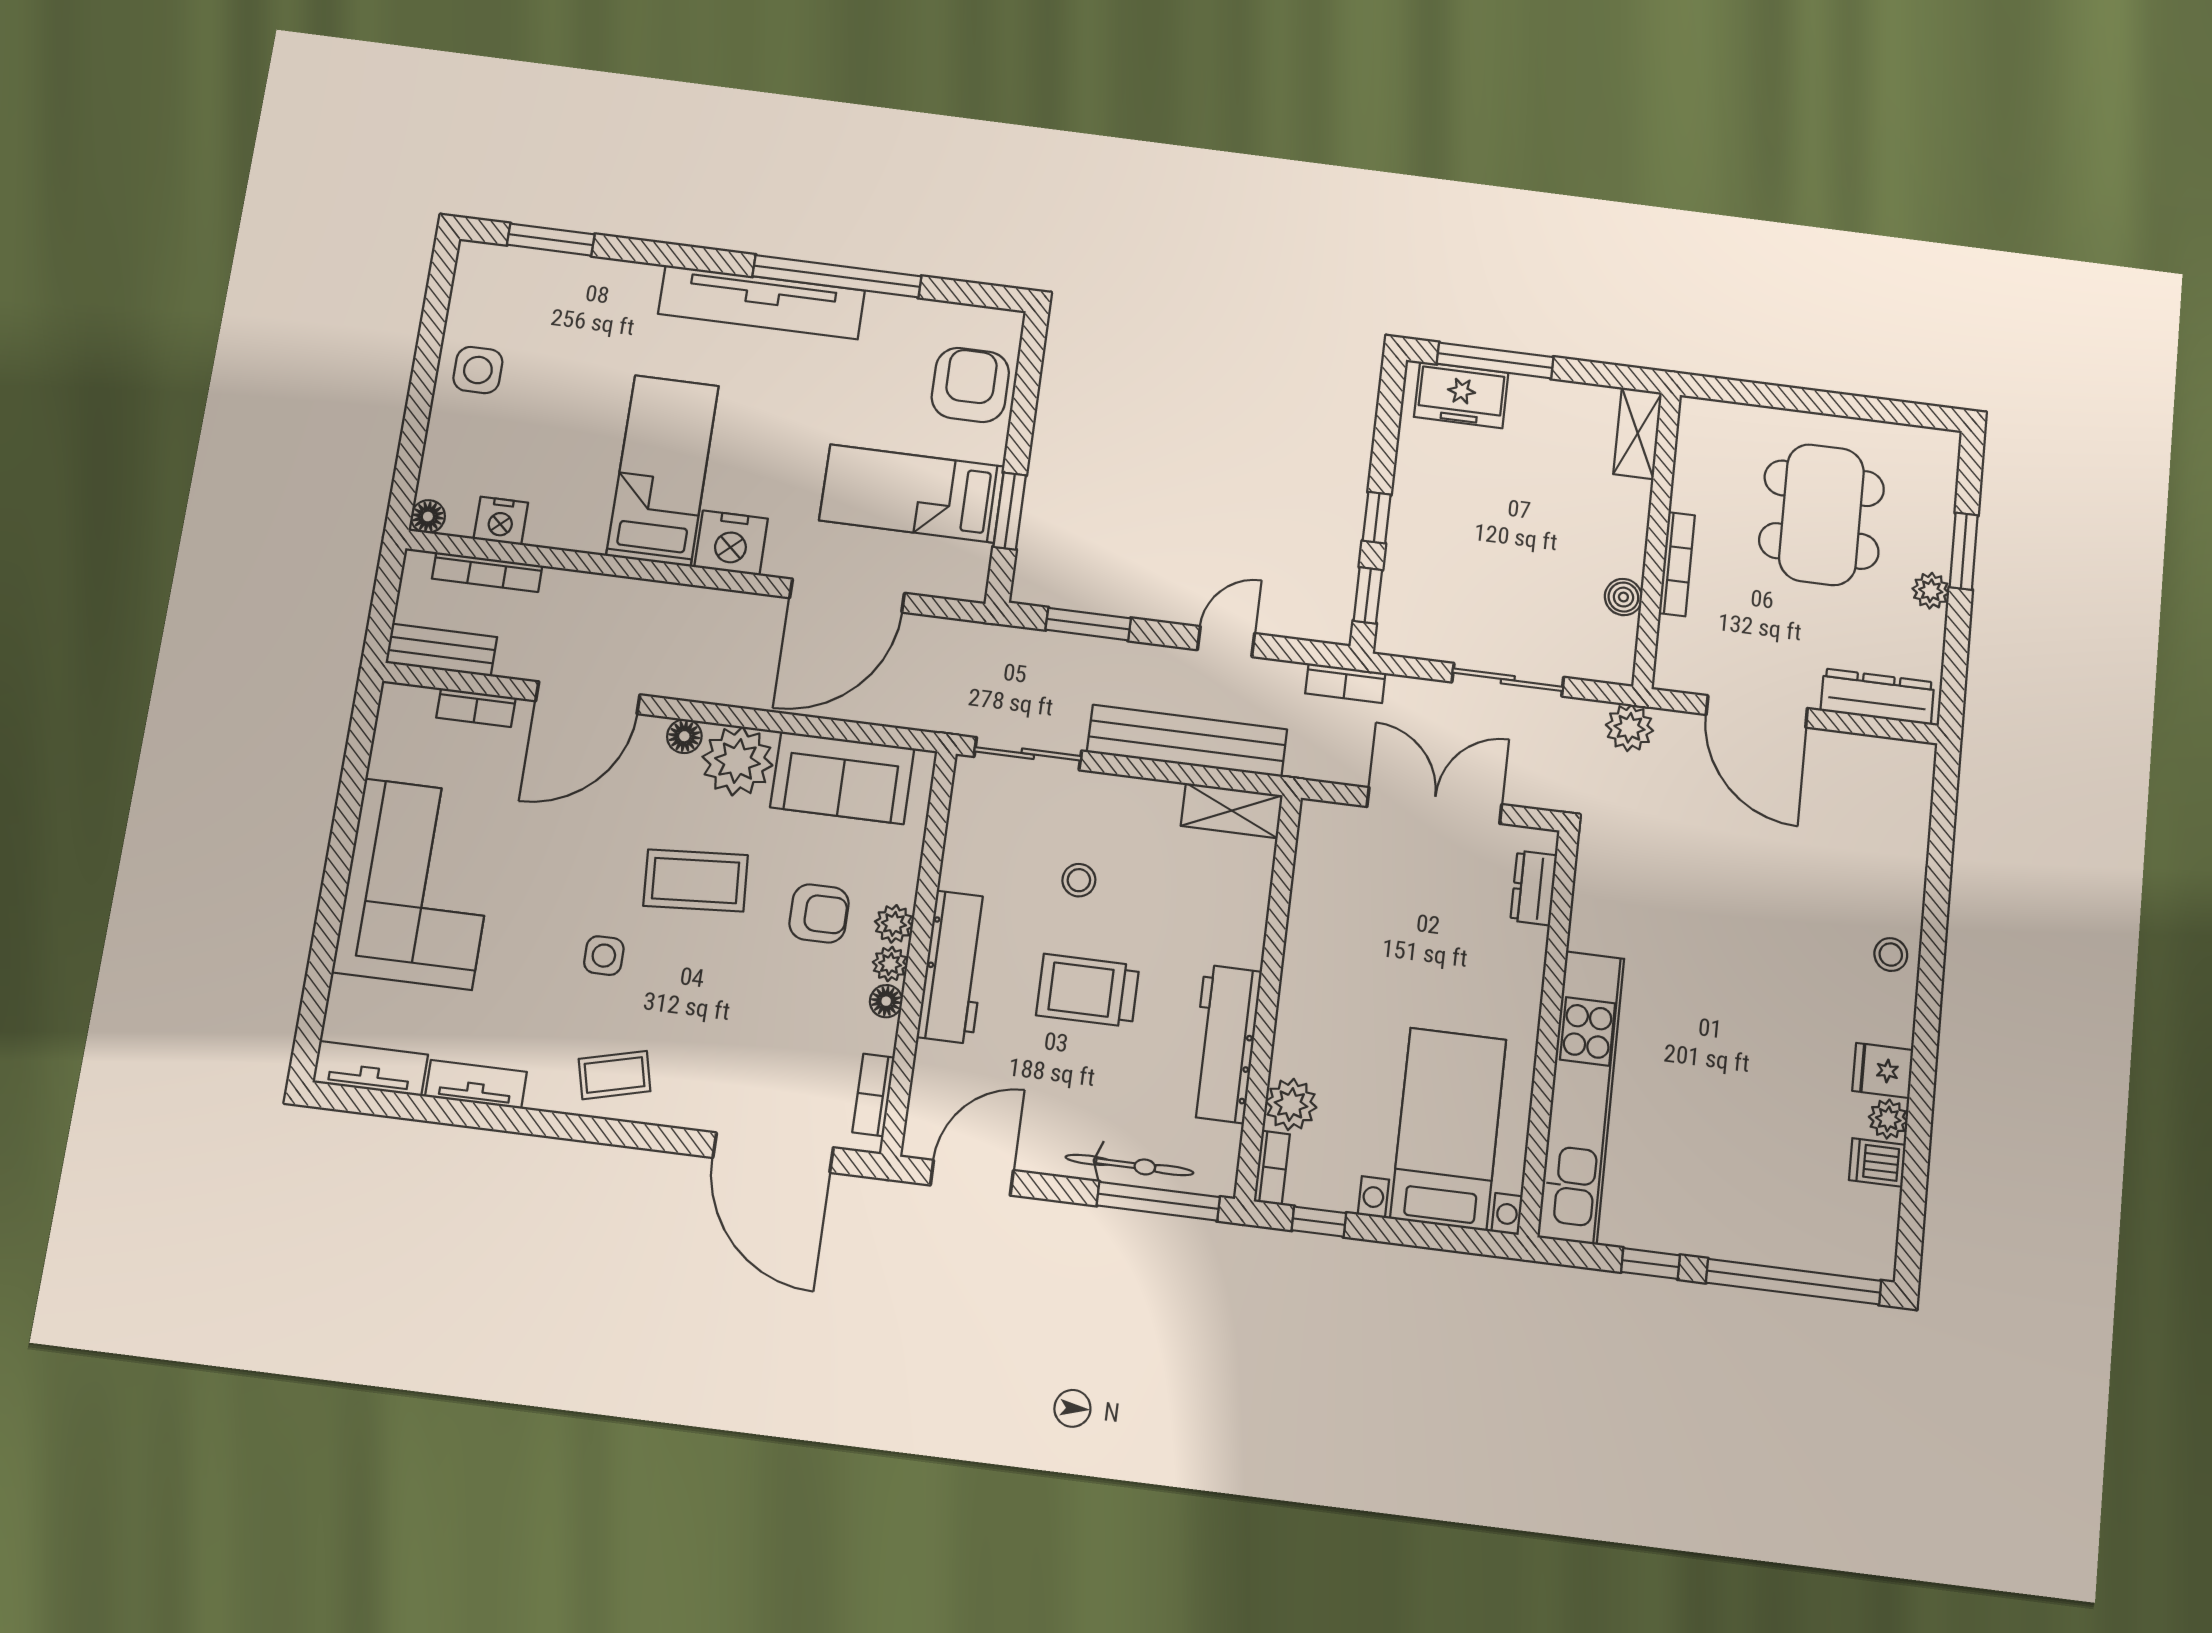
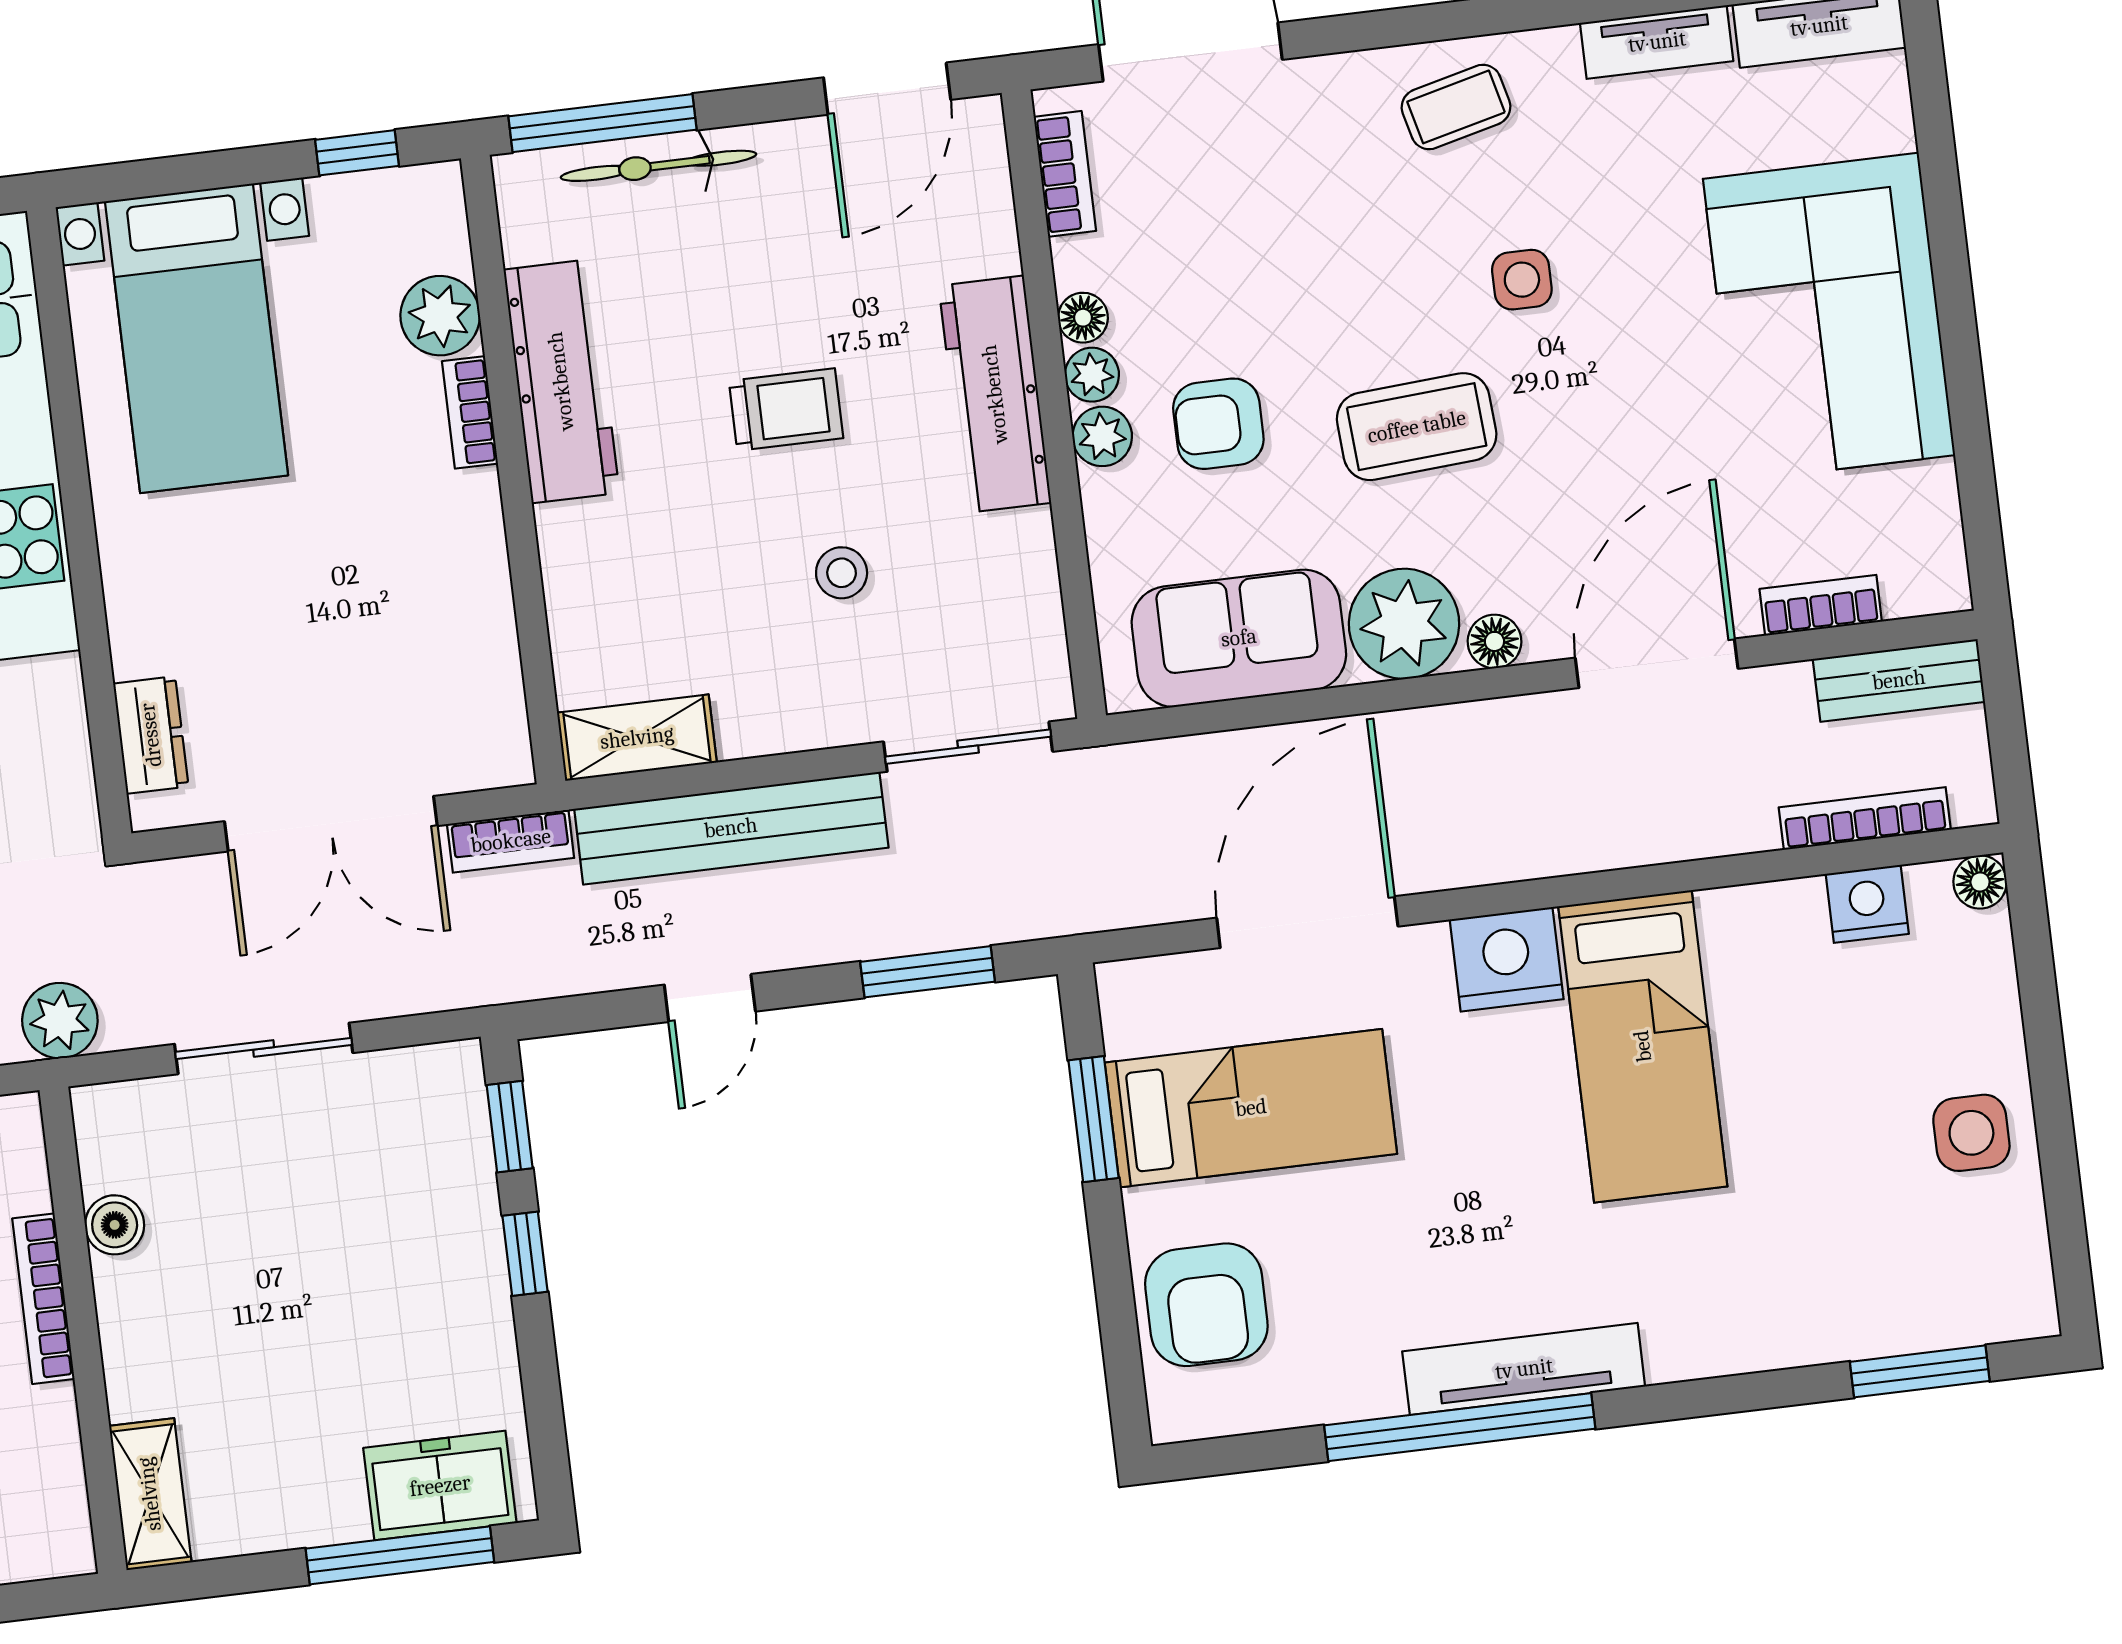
tv unit: (762, 302) -> (1524, 1369), width x0.73, depth x0.78
bookcase: (1345, 683) -> (511, 841), moved, turned 180
trolley: (1088, 990) -> (786, 410), width x0.73, depth x0.72
bookcase: (1272, 1168) -> (470, 412), moved

